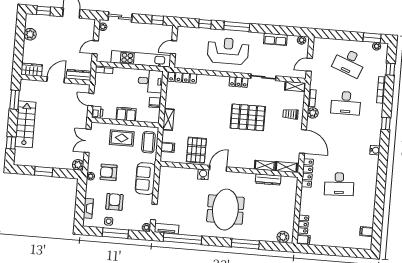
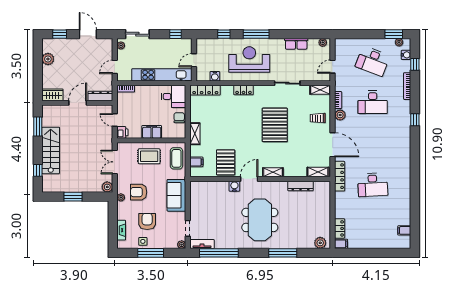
water cooler: (193, 65) -> (215, 76), added
locker: (239, 82) -> (244, 90), moved
pallet: (248, 117) -> (275, 125), turned 90
water cooler: (375, 150) -> (406, 55), moved
shelving: (265, 166) -> (273, 172), moved

